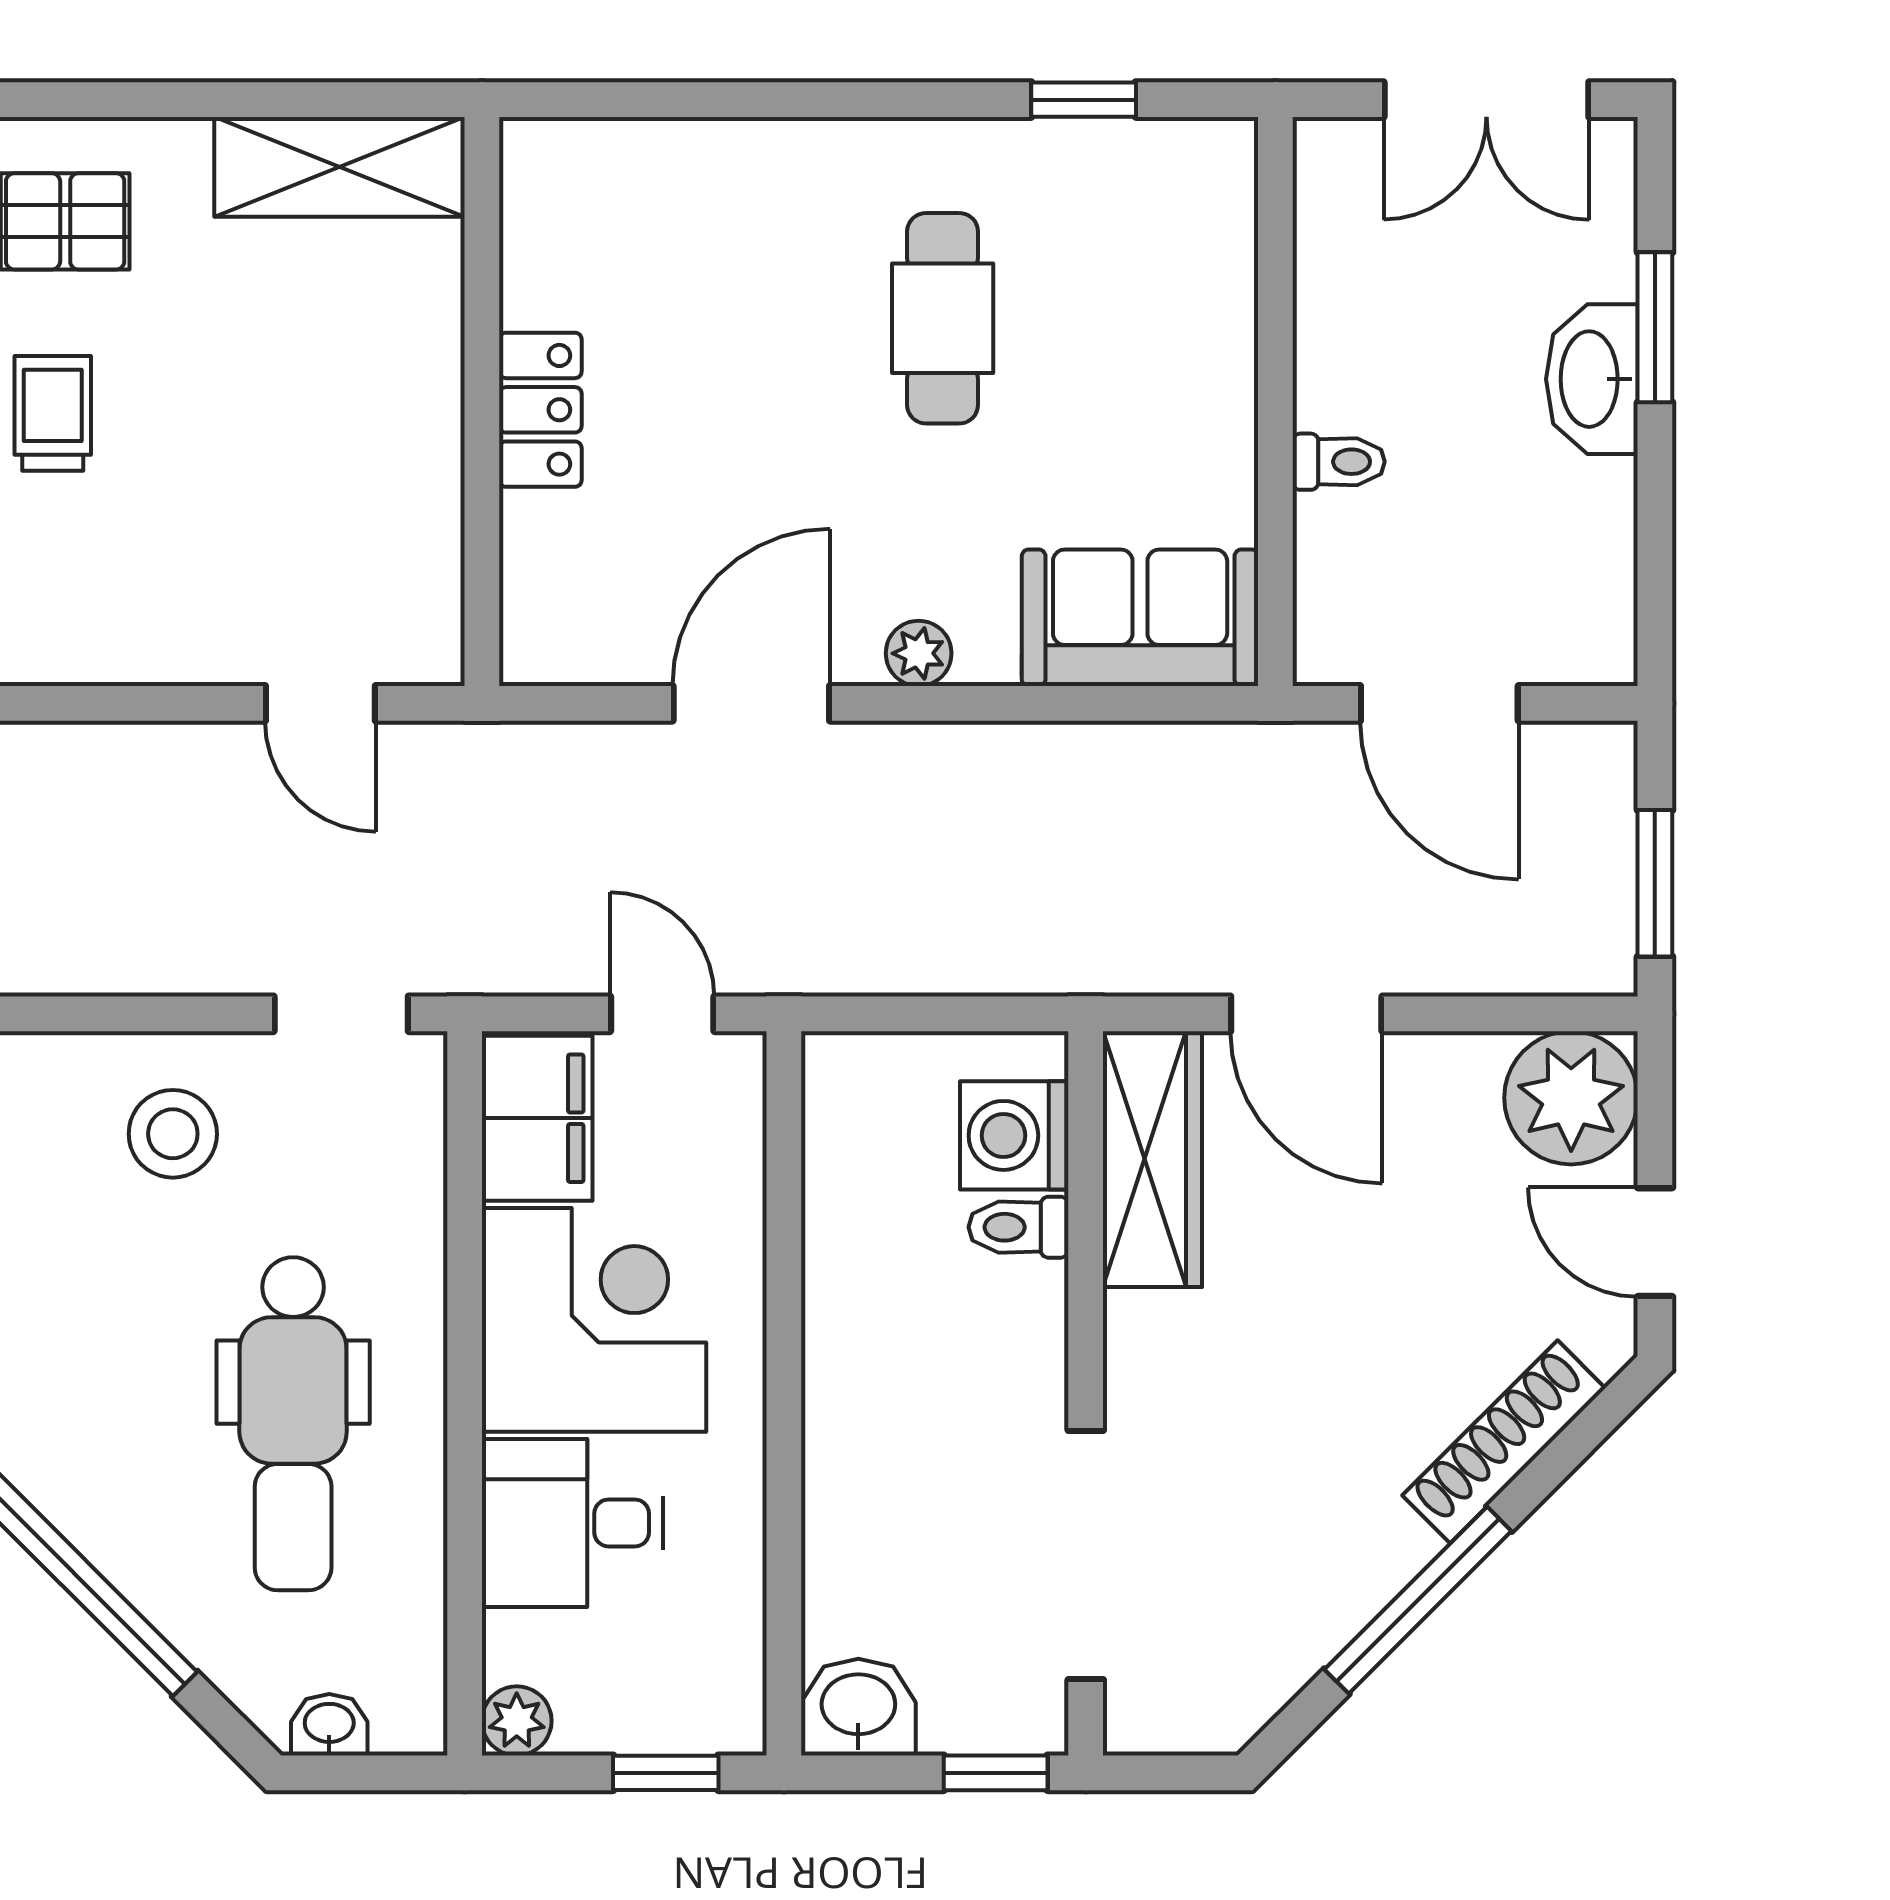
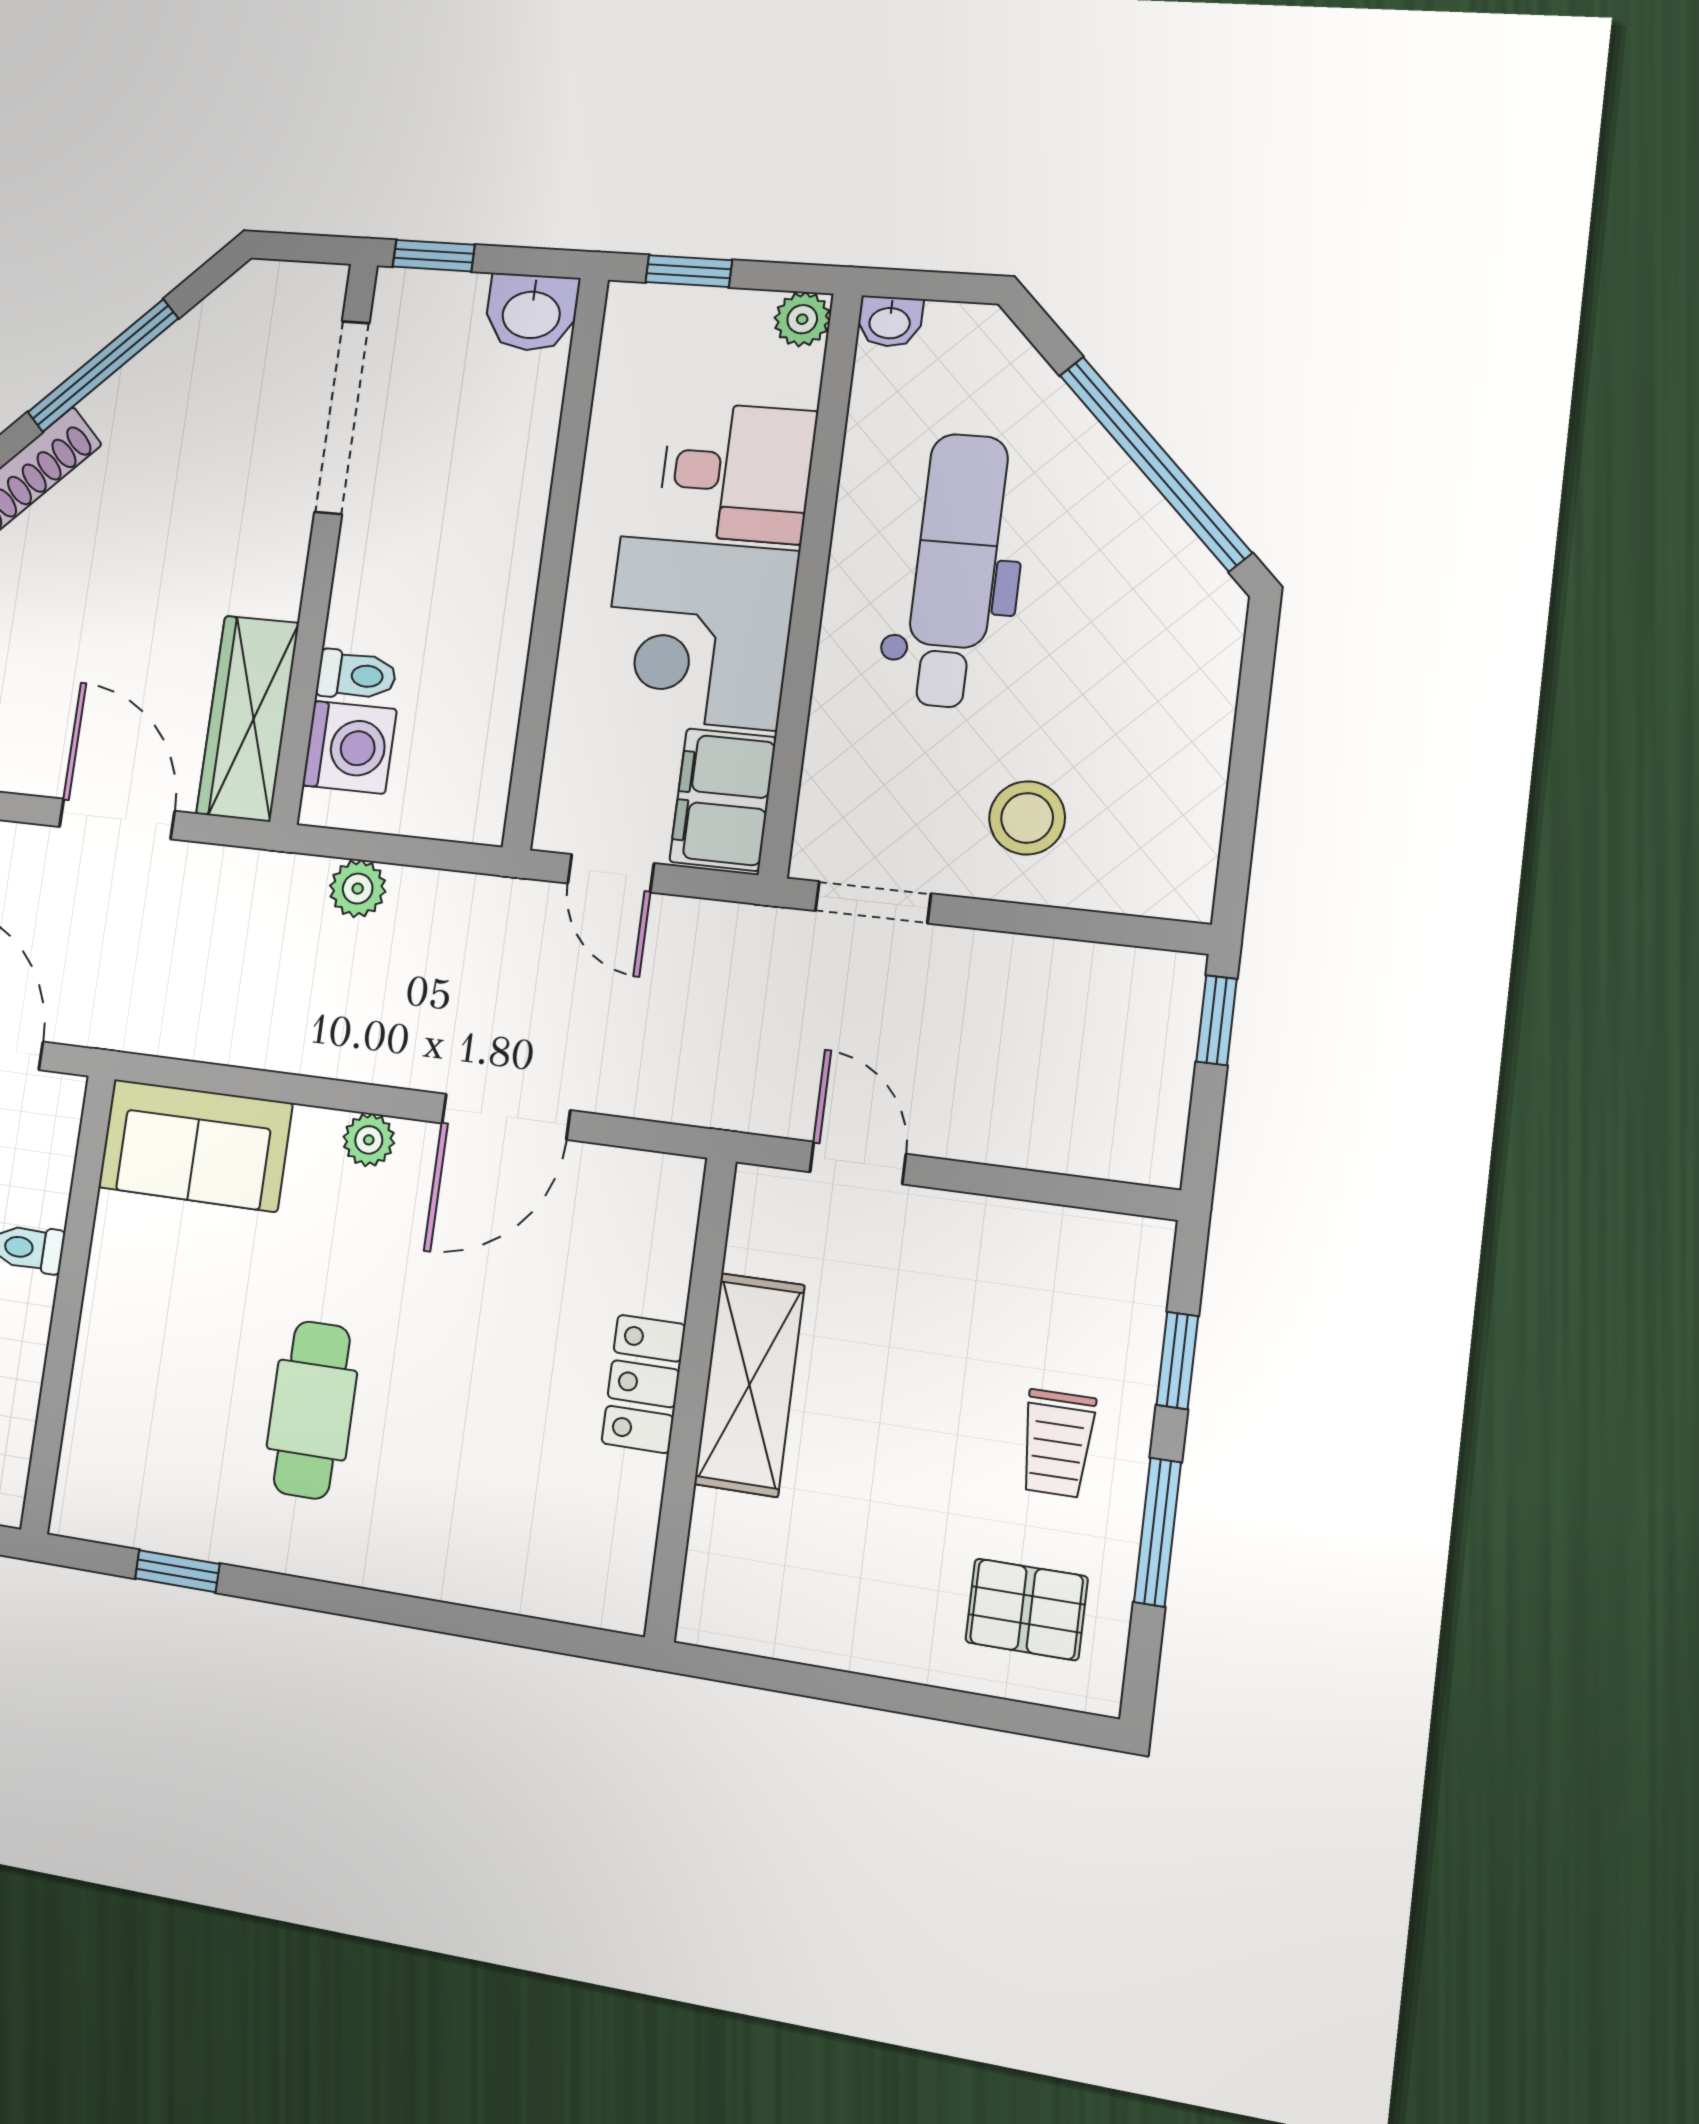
shelving: (340, 167) -> (749, 1385), moved, turned 90
plant: (978, 960) -> (358, 889), added
washbasin: (329, 1725) -> (890, 322), moved

